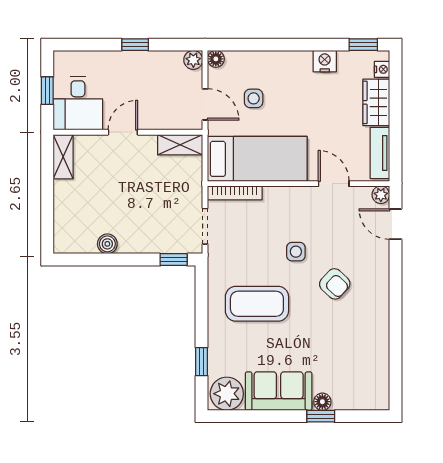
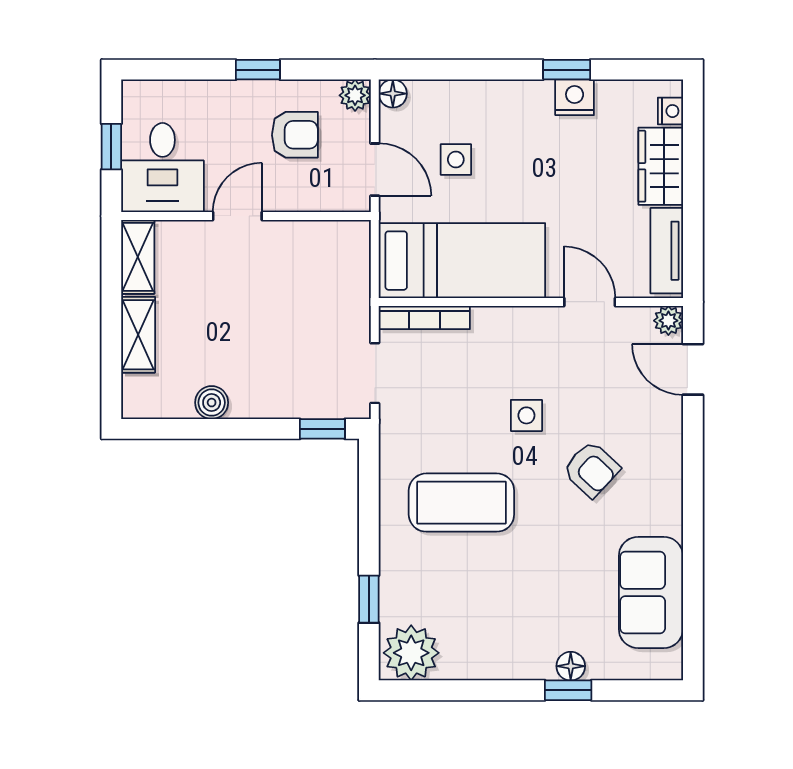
window: (363, 45) -> (567, 70), moved
armchair: (157, 84) -> (295, 135), added
shelving: (180, 145) -> (138, 335), moved, turned 90
sofa: (279, 391) -> (651, 592), moved, turned -90

